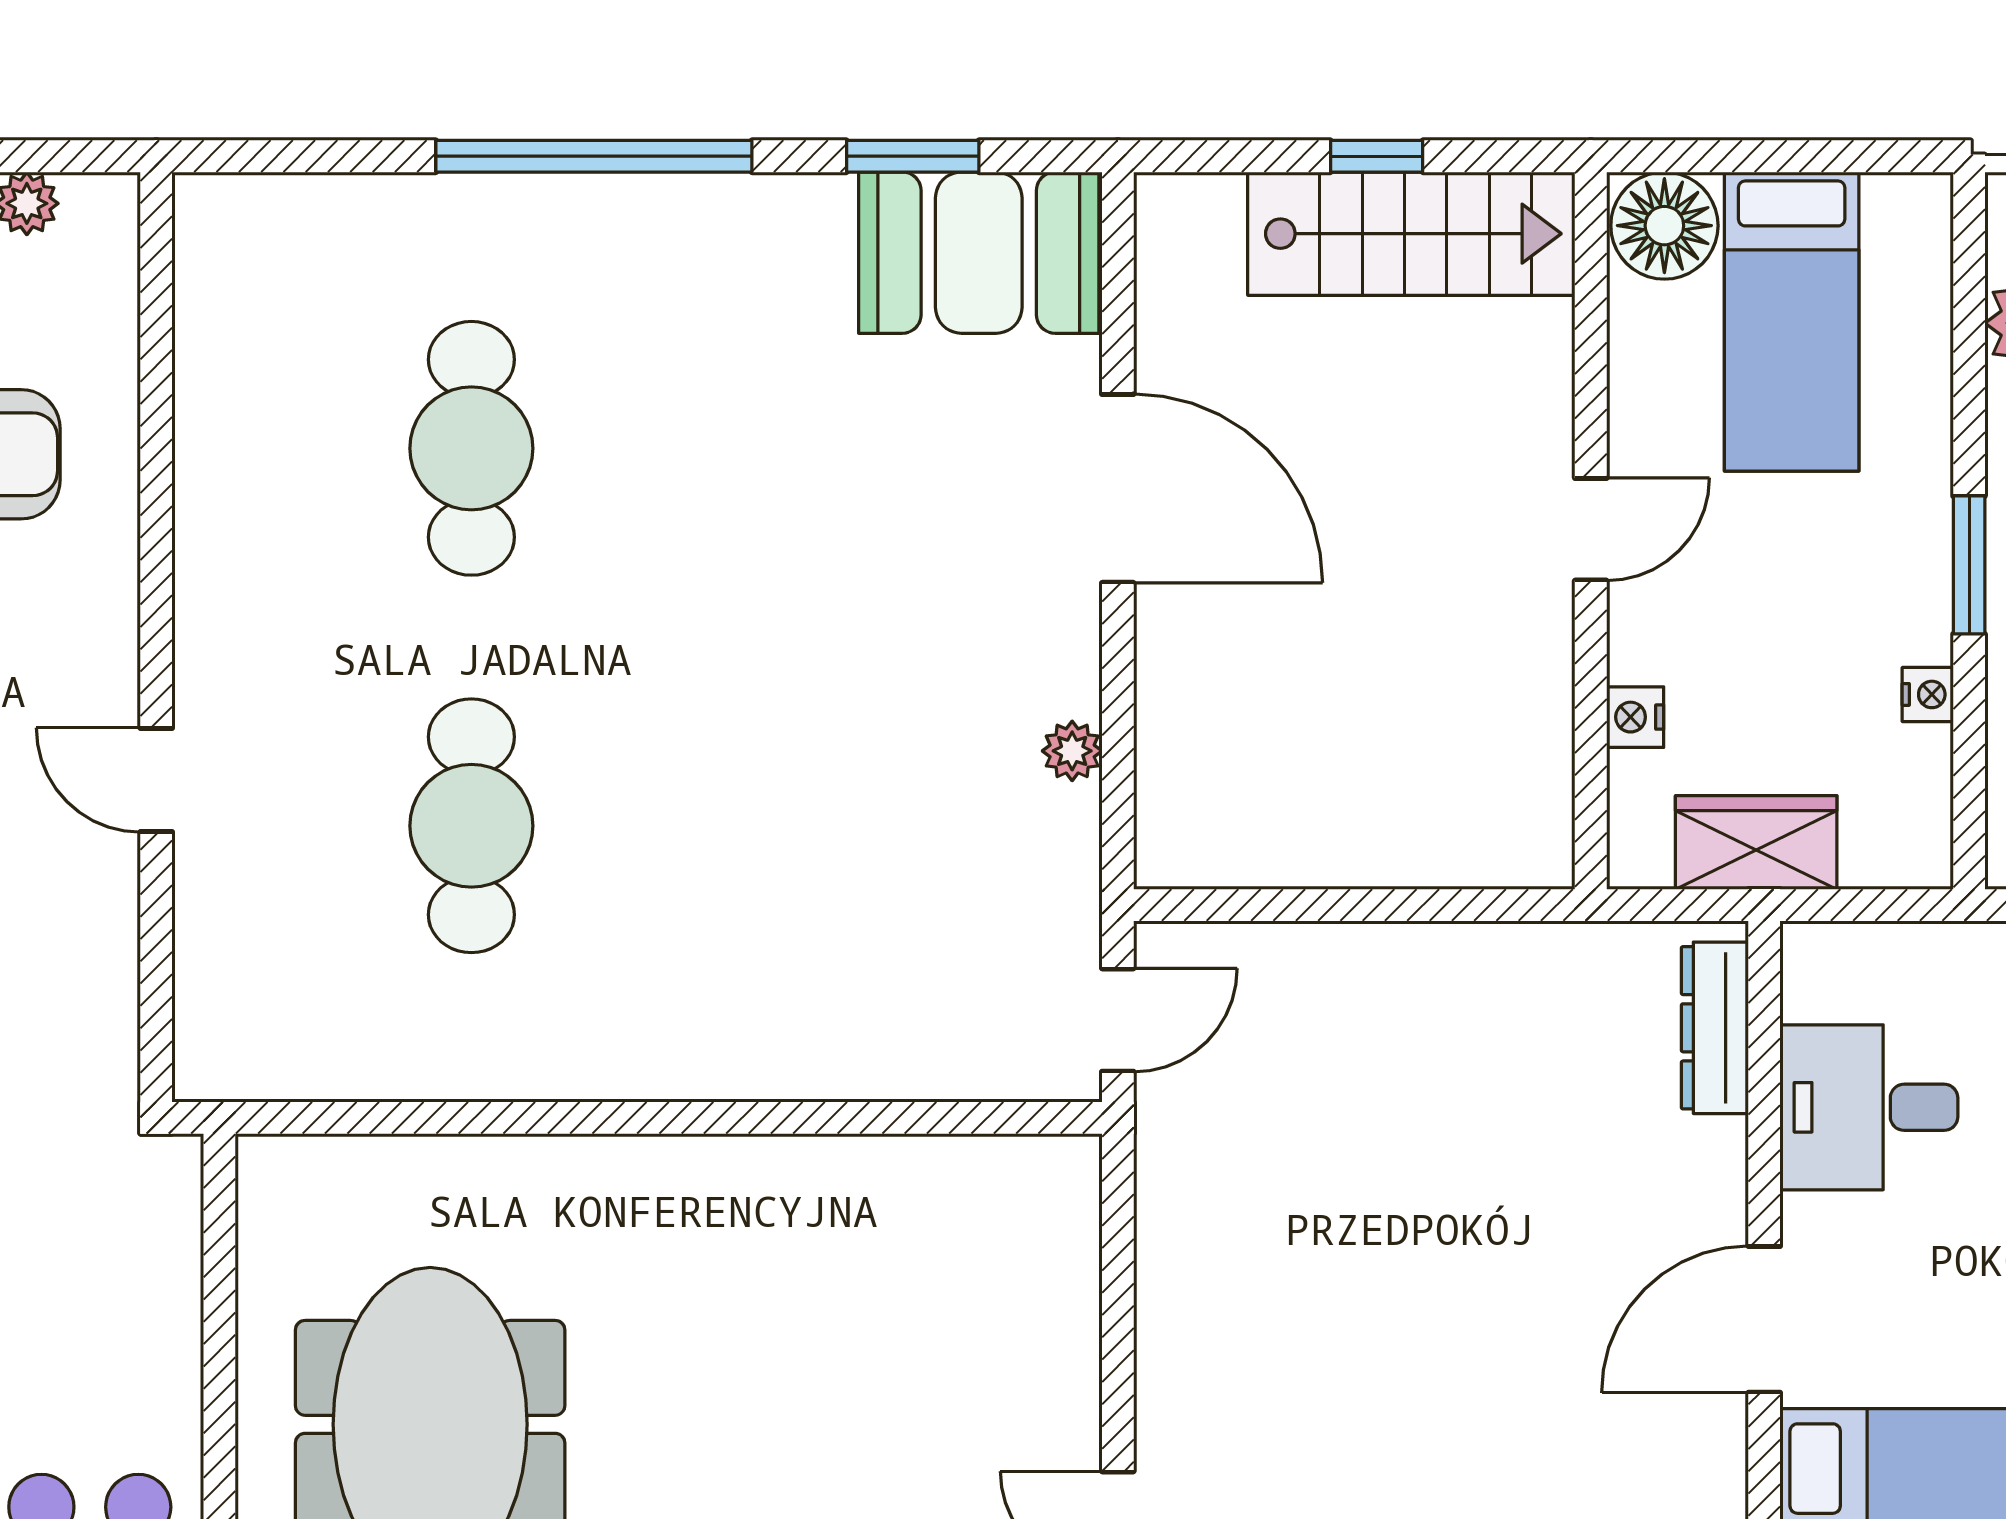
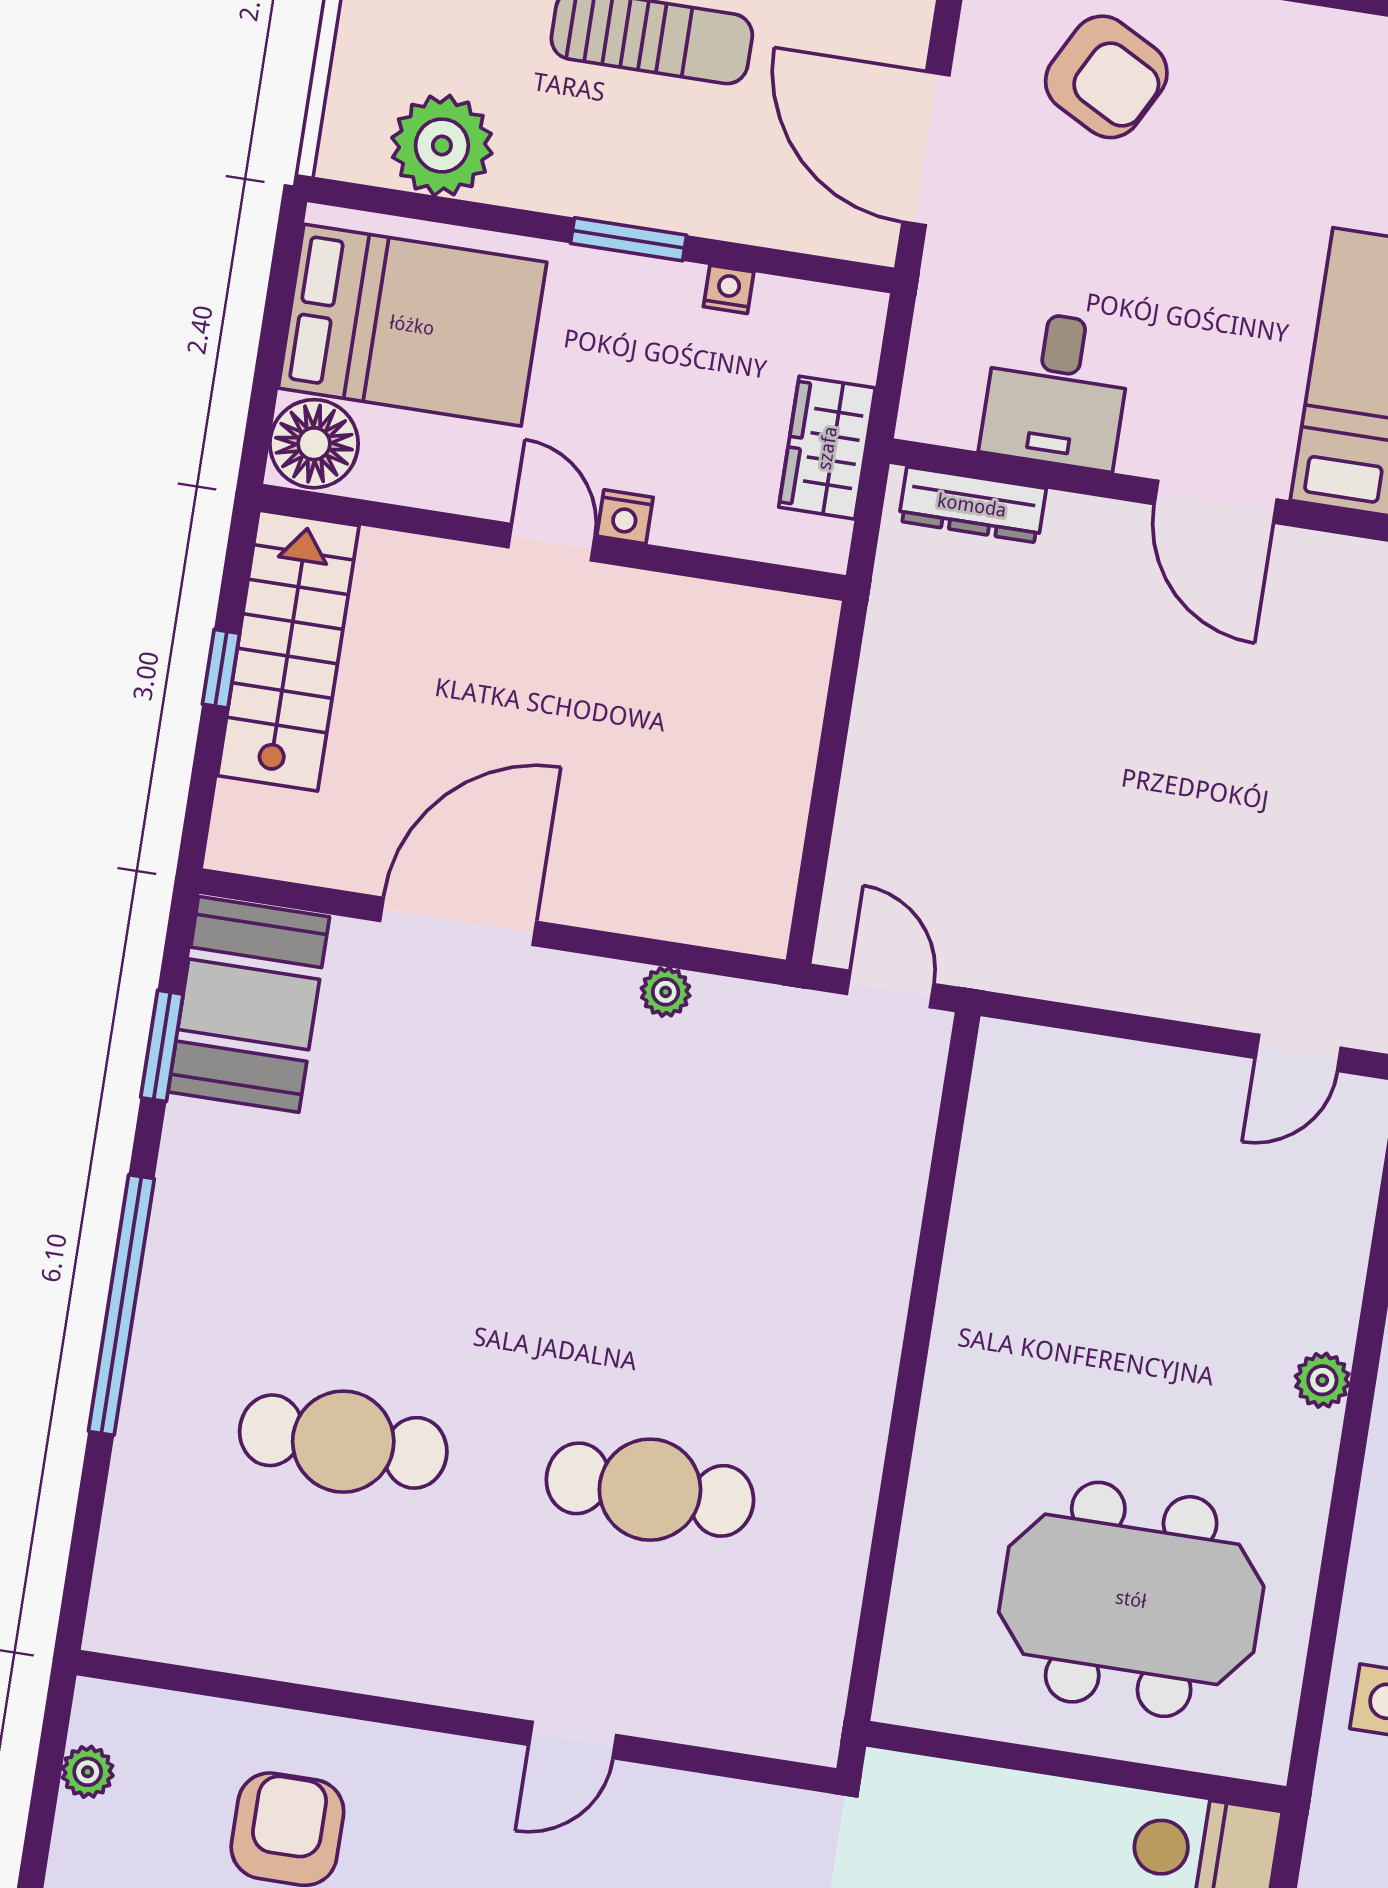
bed: (1792, 322) -> (412, 325), width x1.50
nightstand: (1635, 717) -> (625, 517), moved

